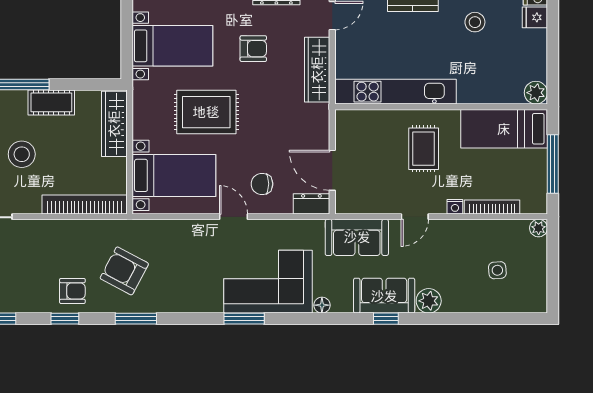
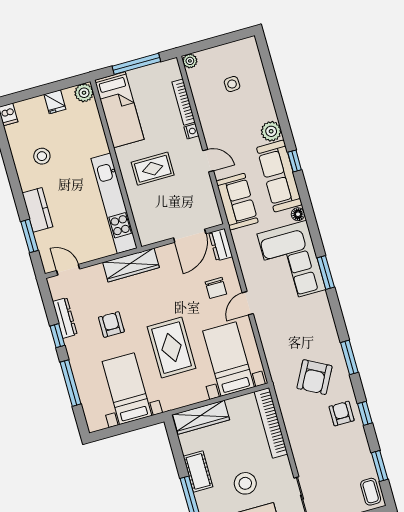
fridge: (535, 17) -> (55, 102), moved
wardrobe: (317, 70) -> (131, 265), moved
sofa: (384, 296) -> (279, 176), width x1.36

